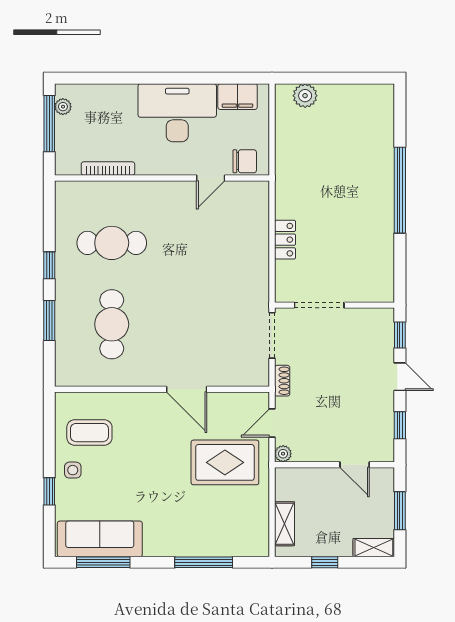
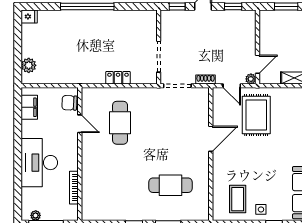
fridge: (384, 96) -> (29, 17), added
desk: (177, 113) -> (39, 163), moved
chair: (245, 161) -> (69, 103), turned -87
cafe table: (112, 243) -> (120, 123), moved
door: (355, 465) -> (258, 64), moved

